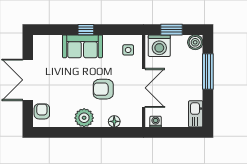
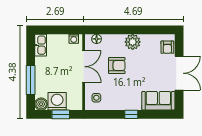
sofa: (82, 46) -> (158, 101), moved
washing machine: (159, 46) -> (57, 101), moved
double door: (144, 88) -> (84, 67), swing flipped
floor lamp: (114, 121) -> (97, 39), moved

